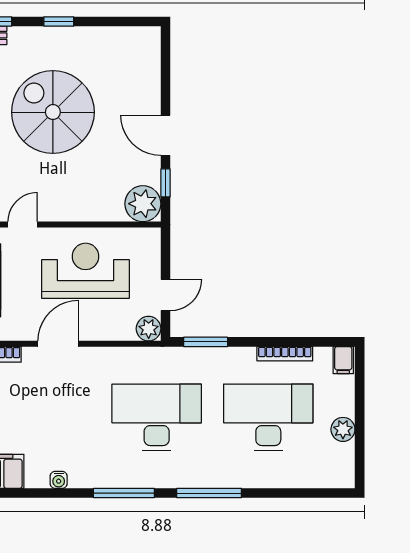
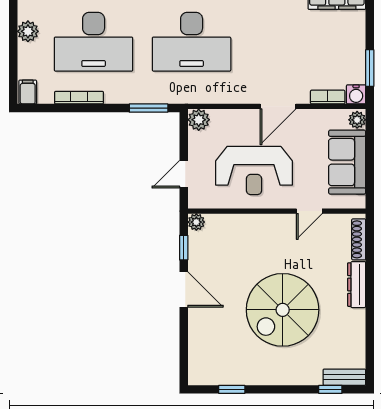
window: (59, 21) -> (232, 389), moved
spiral stairs: (53, 112) -> (283, 310), turned 90
plant: (143, 204) -> (196, 222), width x0.53, depth x0.53
door: (166, 295) -> (184, 174), moved

